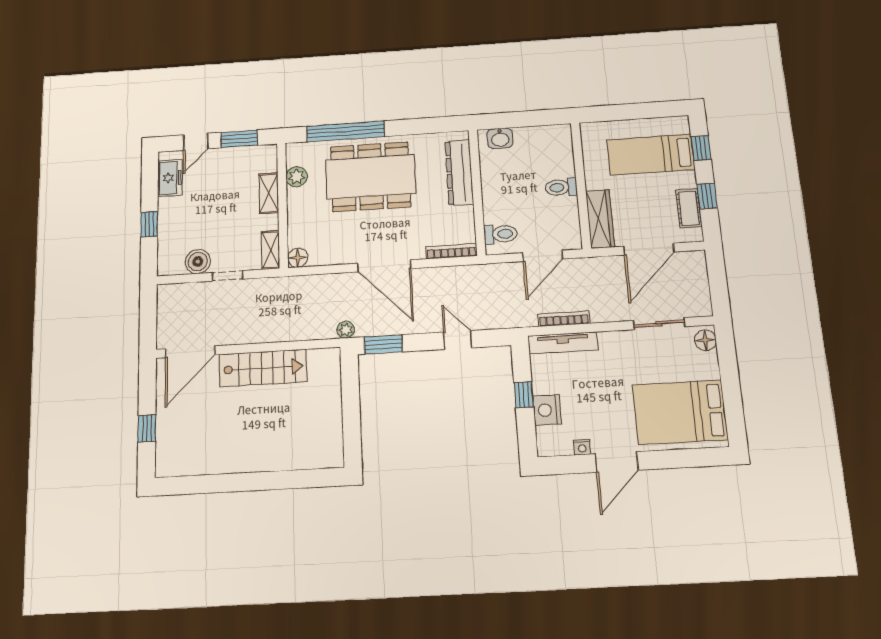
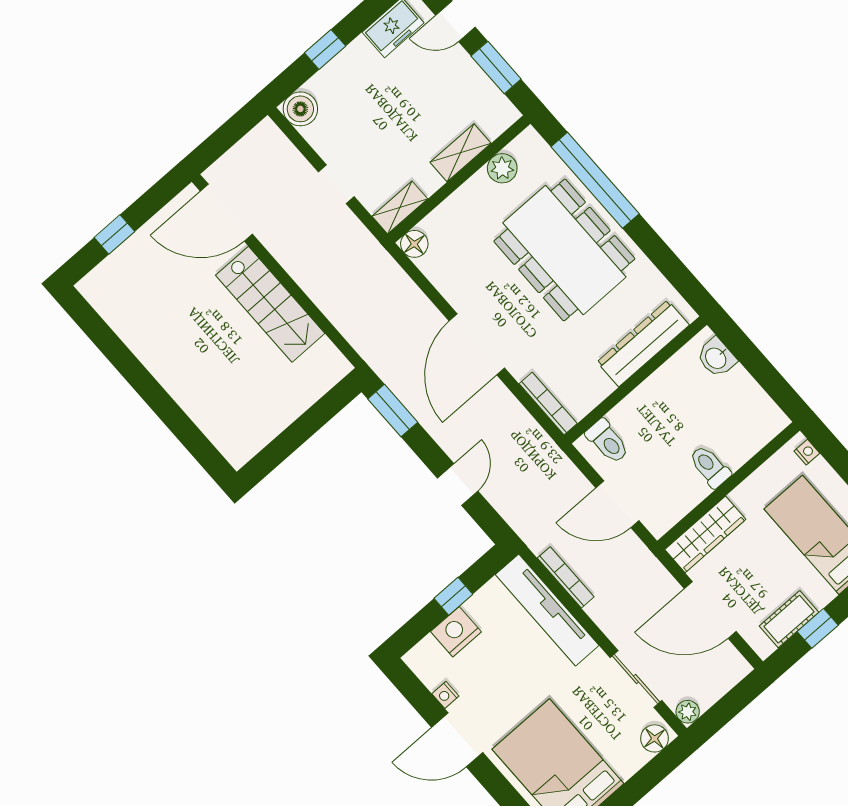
nightstand: (595, 128) -> (807, 452), added
boiler: (198, 262) -> (300, 109), moved
plant: (346, 330) -> (688, 712), moved
tv unit: (563, 343) -> (547, 610), width x1.36, depth x1.29

